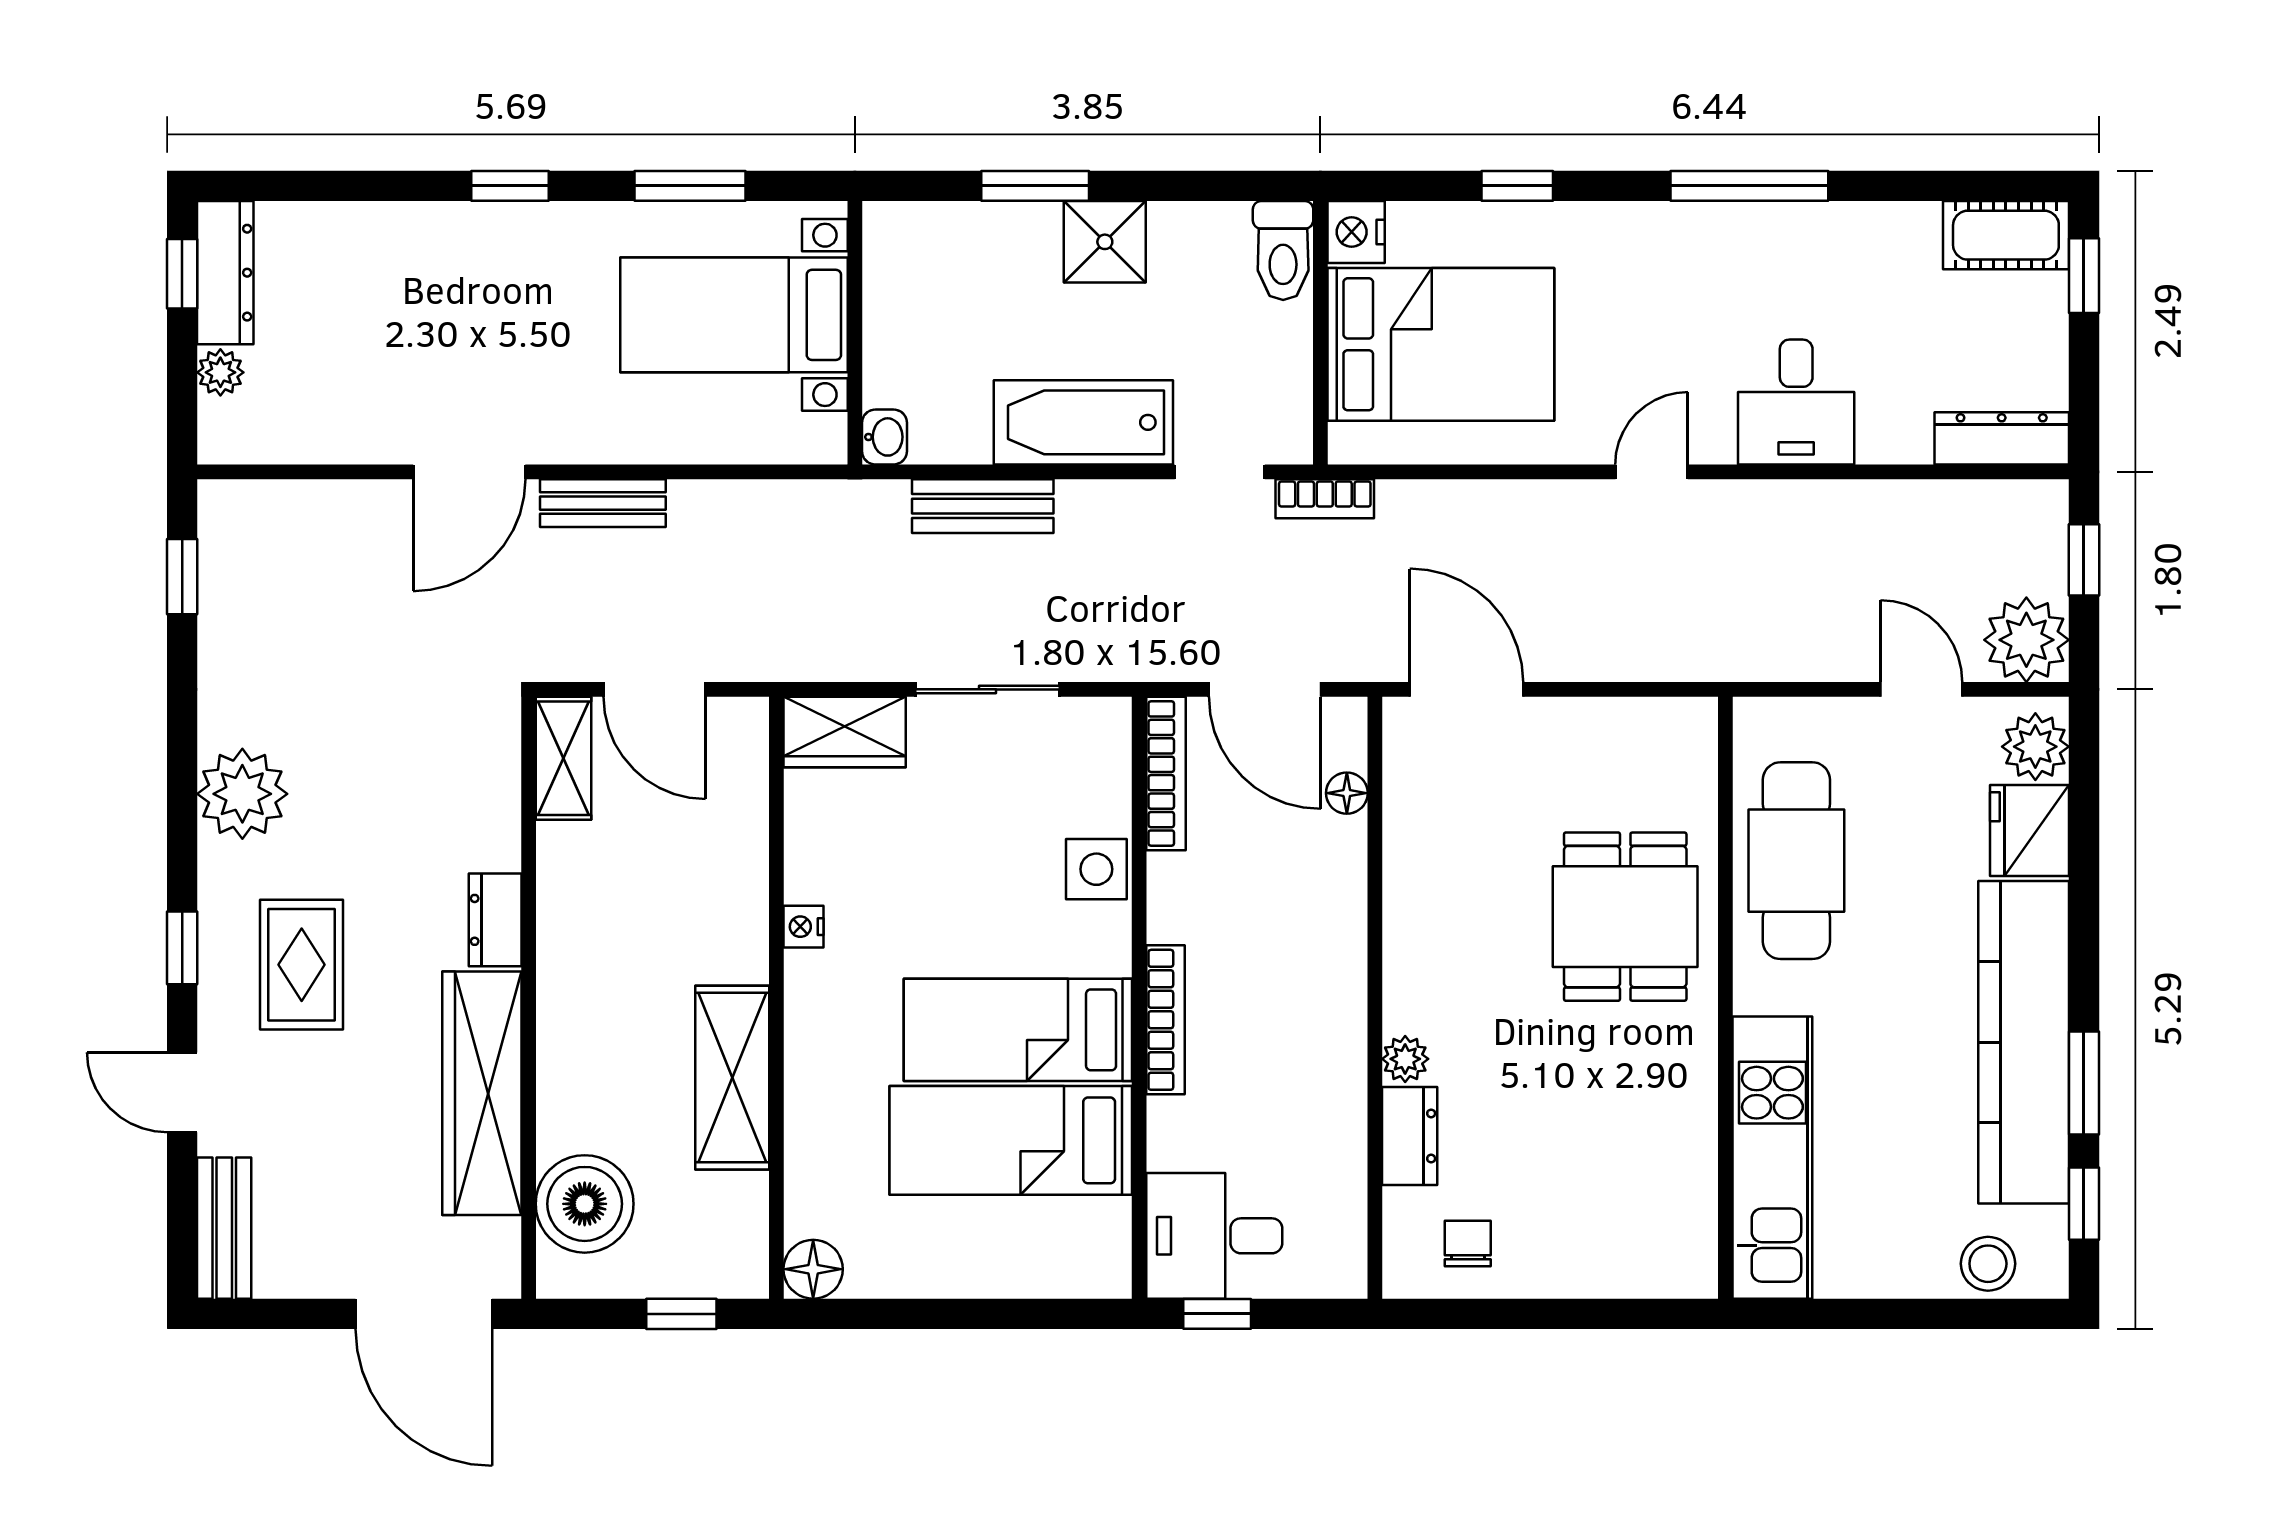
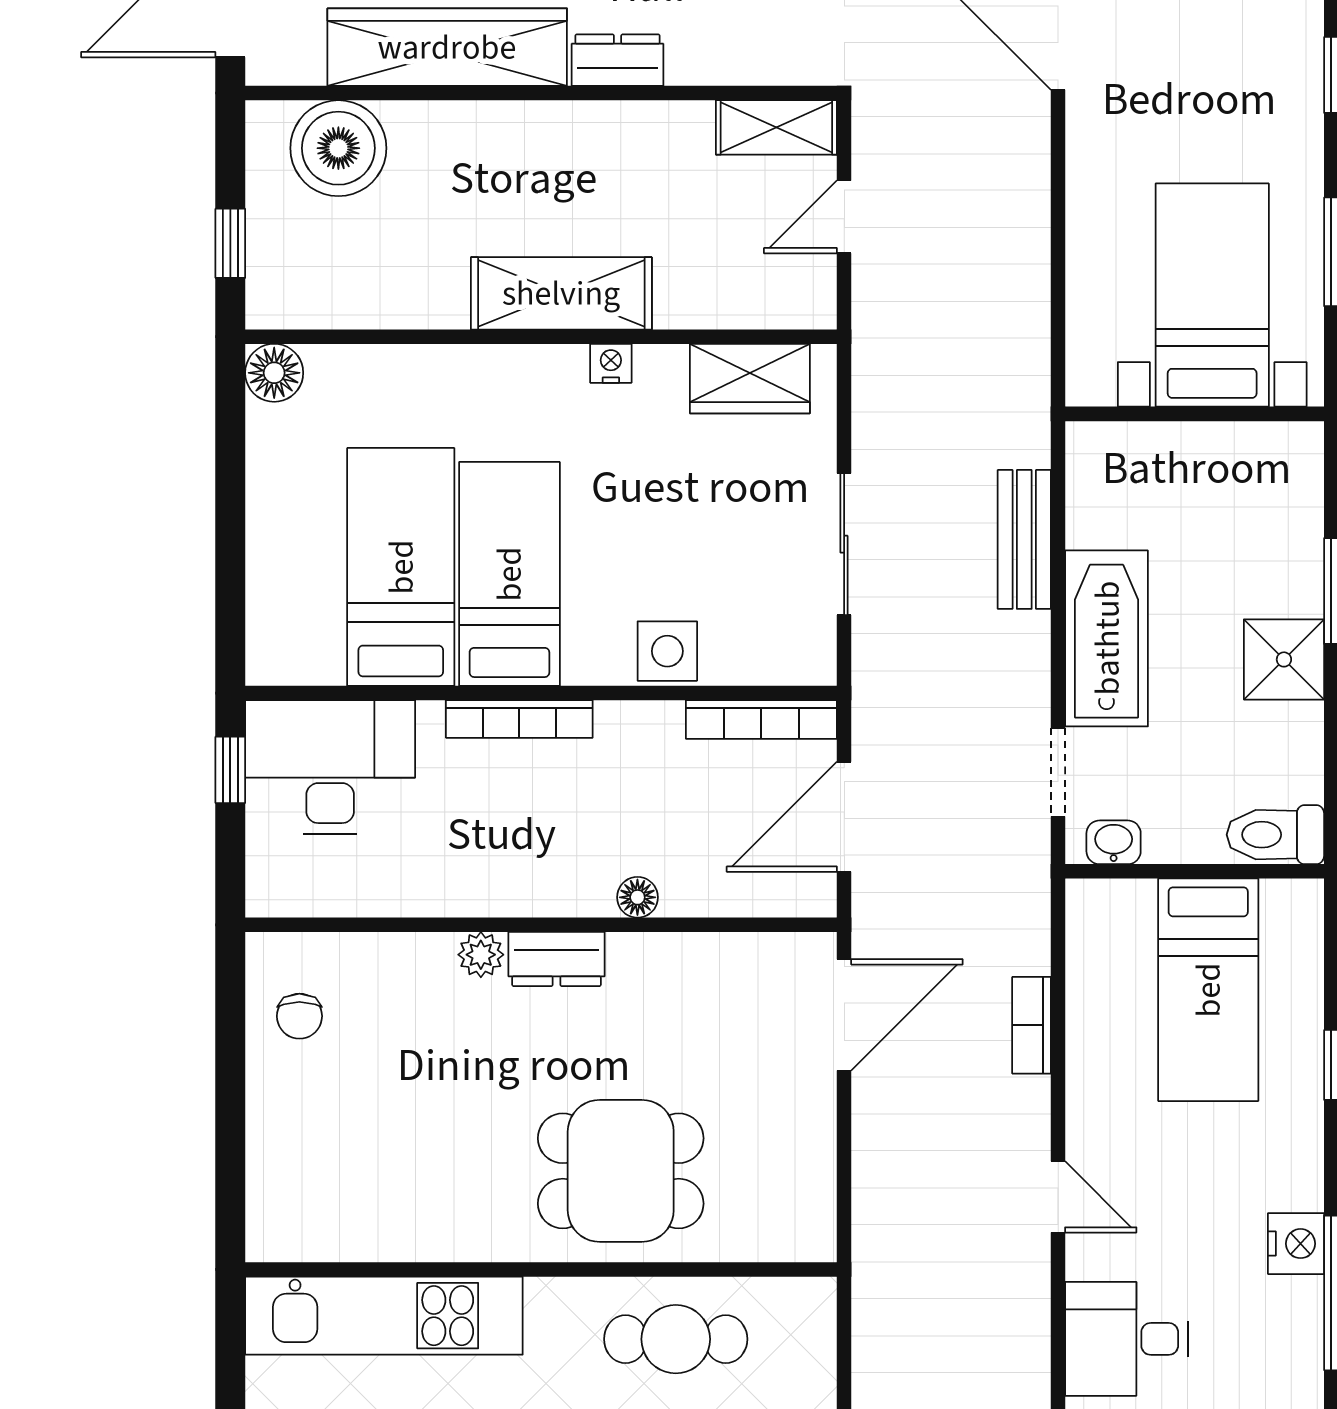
nightstand: (1356, 232) -> (1296, 1244), moved, turned 90
bed: (1441, 344) -> (1208, 990), width x0.67
washbasin: (884, 437) -> (1114, 842), moved, turned 180
bookcase: (1325, 499) -> (1031, 1025), moved
bench: (603, 503) -> (1027, 166), removed
door: (654, 689) -> (844, 217), width x0.73
wardrobe: (845, 732) -> (750, 379), moved, turned -90
floor lamp: (1347, 793) -> (637, 897), moved
cafe table: (1796, 861) -> (676, 1339), width x0.73, depth x0.74
shelving: (732, 1078) -> (561, 293), moved
dresser: (1410, 1136) -> (556, 959), moved
desk: (1214, 1236) -> (330, 767), width x1.37
chair: (1468, 1243) -> (299, 1016), turned 90

